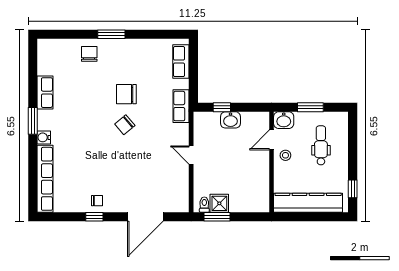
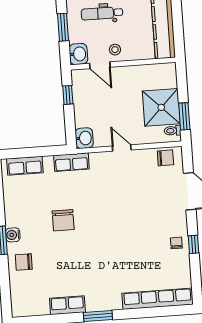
window: (222, 107) -> (68, 95), moved
washbasin: (230, 120) -> (84, 138), moved
chair: (125, 125) -> (165, 158), moved, turned -50
water cooler: (44, 137) -> (13, 235), moved, turned 90
door: (191, 155) -> (122, 148), swing flipped
shower: (219, 203) -> (161, 107), width x1.86, depth x1.86

